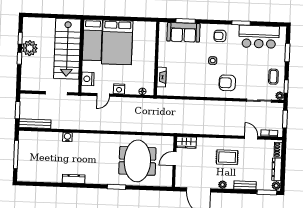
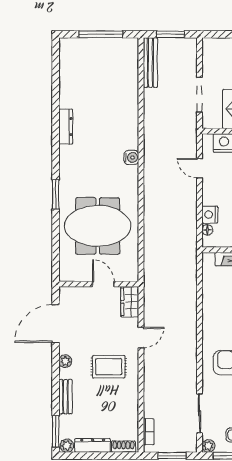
nightstand: (119, 89) -> (210, 215), moved
water cooler: (67, 137) -> (131, 157), moved
door: (251, 138) -> (141, 338), moved
rug: (227, 157) -> (109, 367), turned 90

